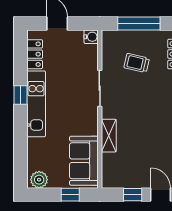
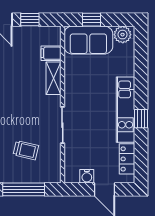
water cooler: (91, 37) -> (87, 176), moved, turned -90
sofa: (84, 161) -> (88, 40), moved, turned 90
filing cabinet: (111, 161) -> (51, 53), added

